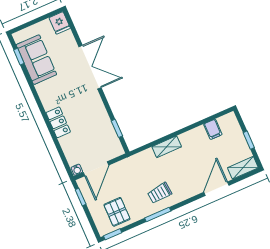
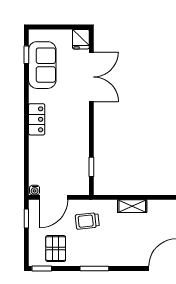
double door: (90, 67) -> (91, 77), moved
locker: (58, 122) -> (37, 119), moved
trolley: (160, 193) -> (87, 221), moved

